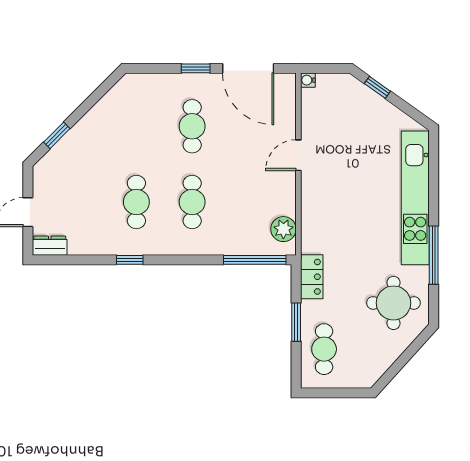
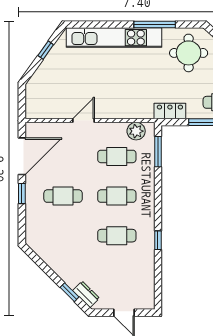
water cooler: (308, 80) -> (30, 114), removed
window: (377, 87) -> (46, 50), moved
door: (298, 155) -> (84, 121), swing flipped
cafe table: (248, 202) -> (117, 156), added
dresser: (50, 246) -> (86, 294), moved, turned 135
window: (255, 260) -> (158, 152), width x0.69

